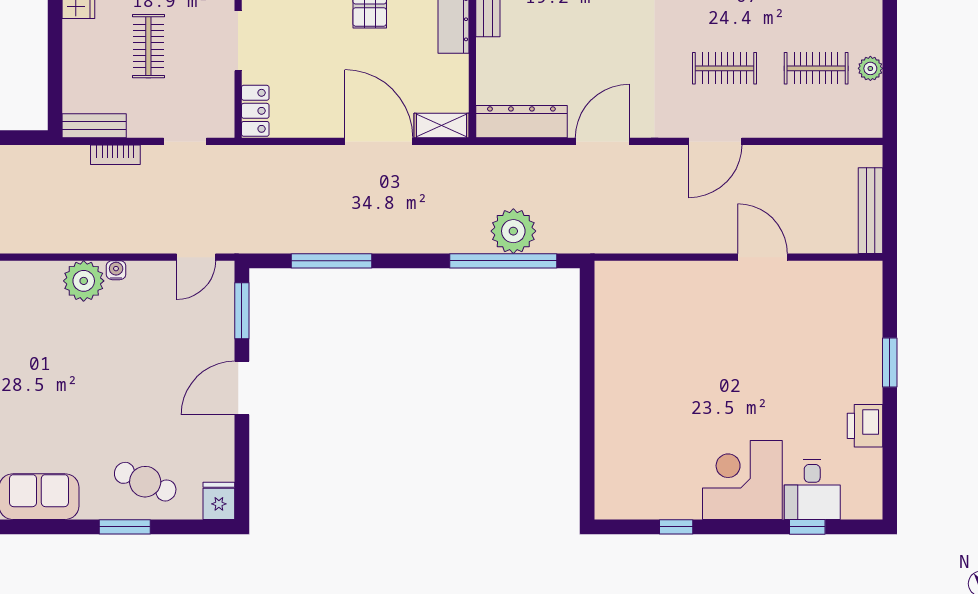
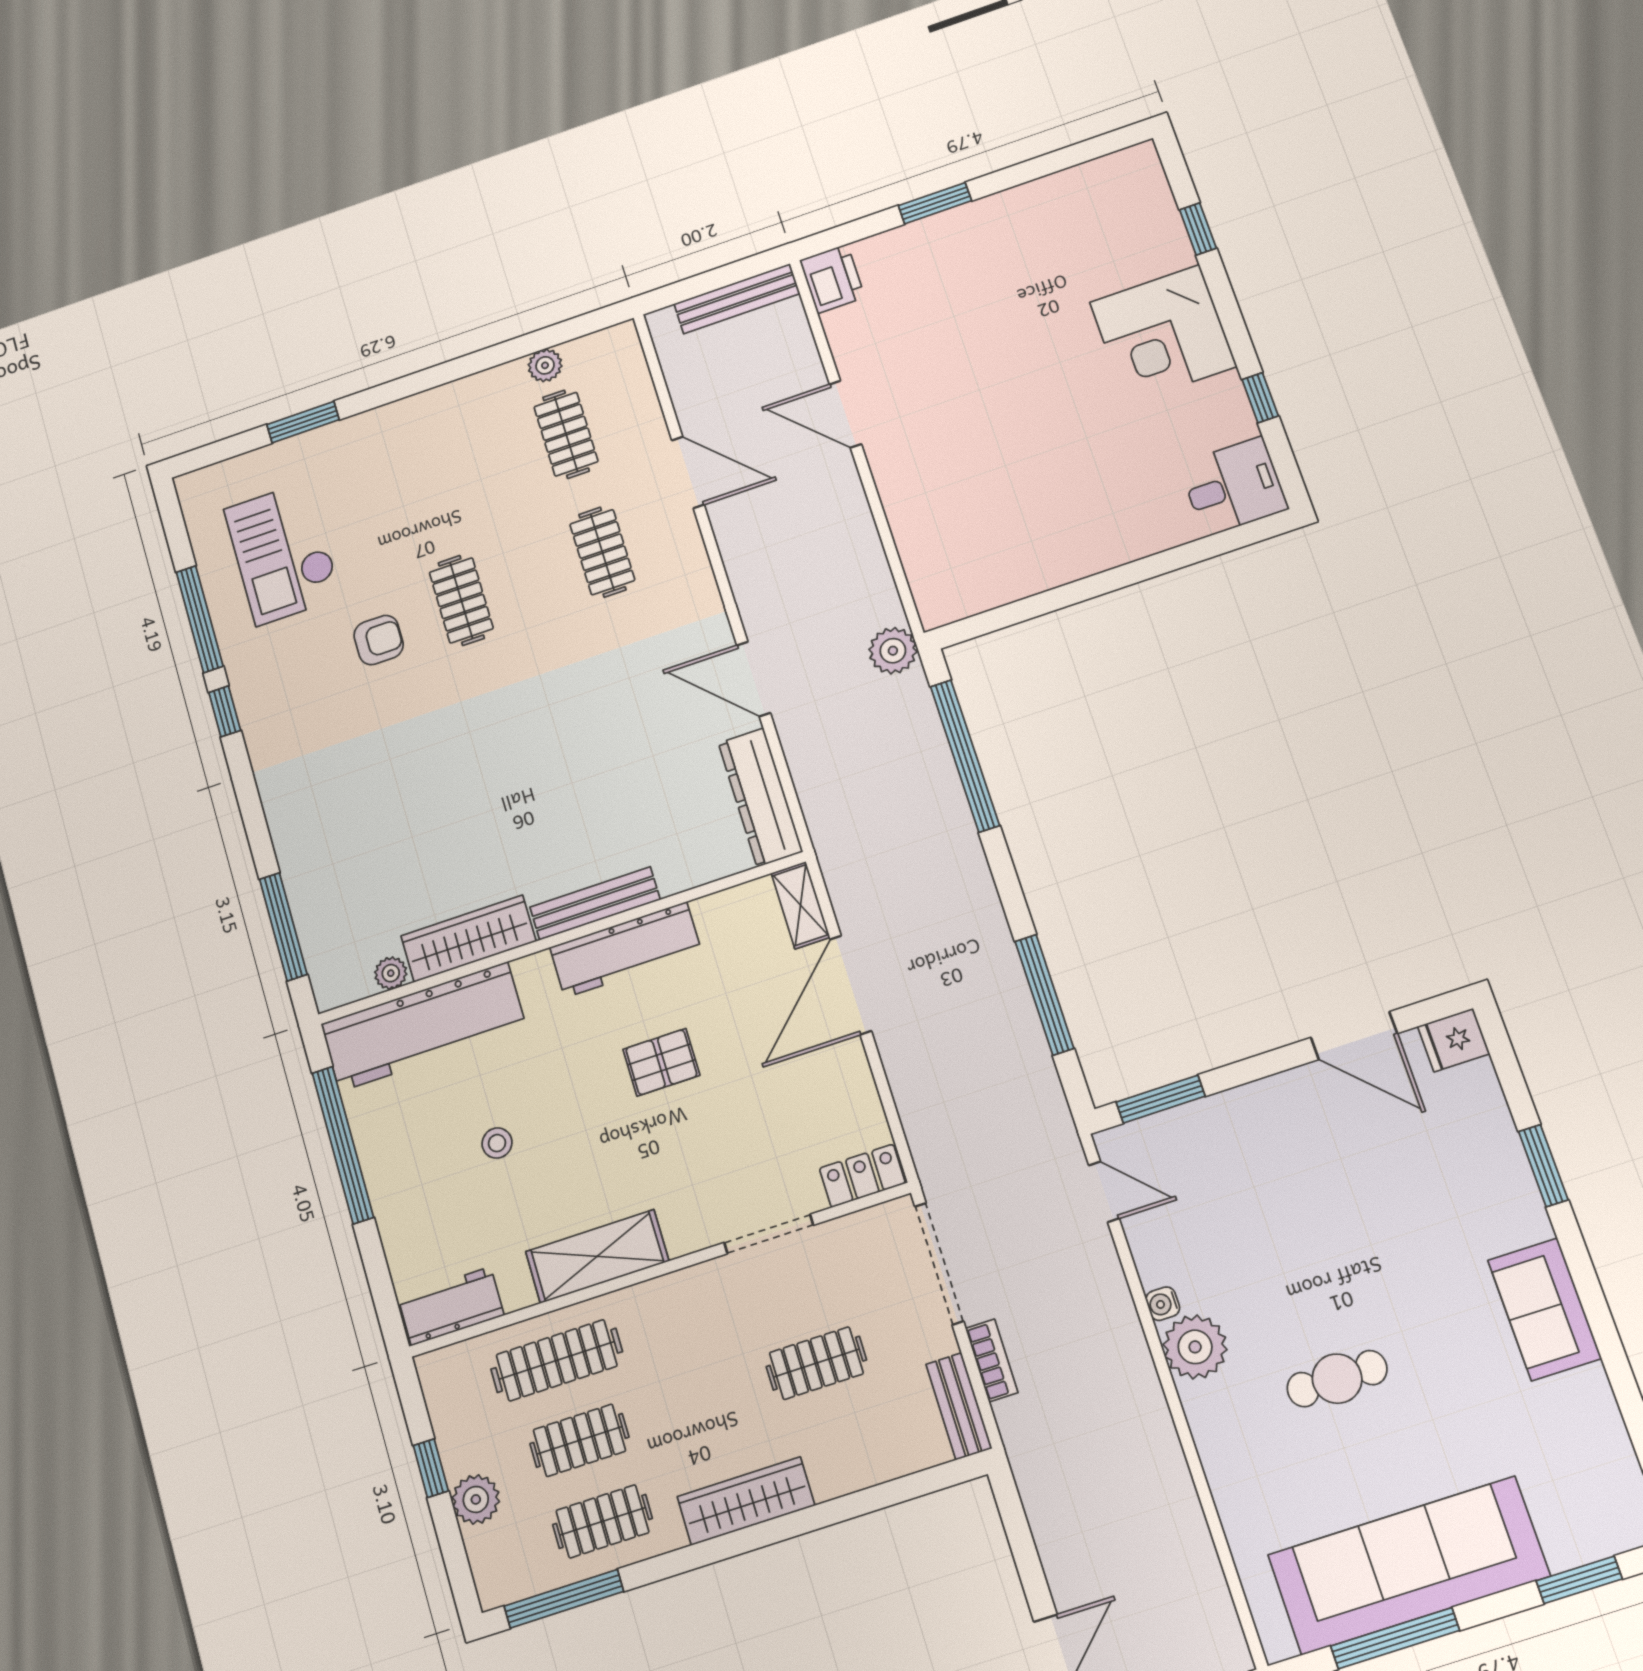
doorway: (185, 141) -> (939, 1264), width x1.87
door: (715, 141) -> (688, 472), moved
plant: (513, 231) -> (893, 651), moved, width x0.73, depth x0.73
door: (763, 257) -> (845, 414), hinge flipped
door: (242, 388) -> (1354, 1036), moved
printer: (865, 426) -> (832, 279), moved, turned -90
cafe table: (145, 482) -> (1337, 1379), moved, turned 67
desk: (812, 490) -> (1233, 486), moved

